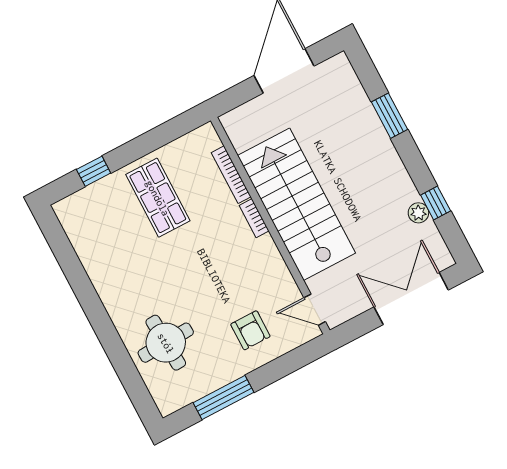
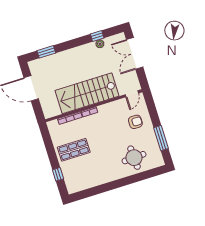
window: (390, 116) -> (46, 52), moved

